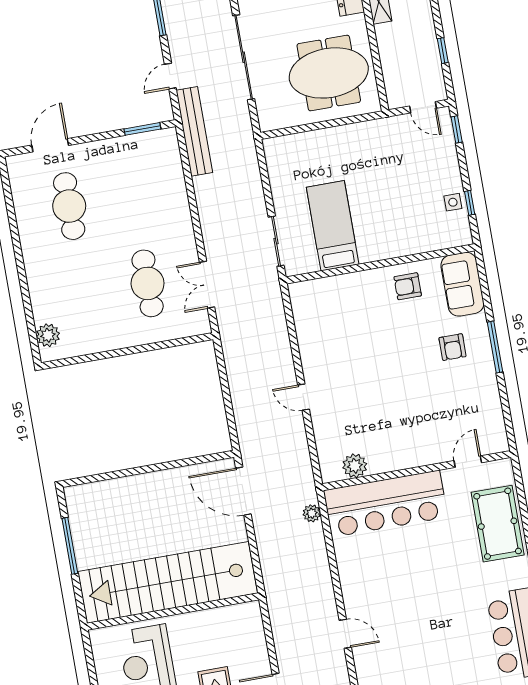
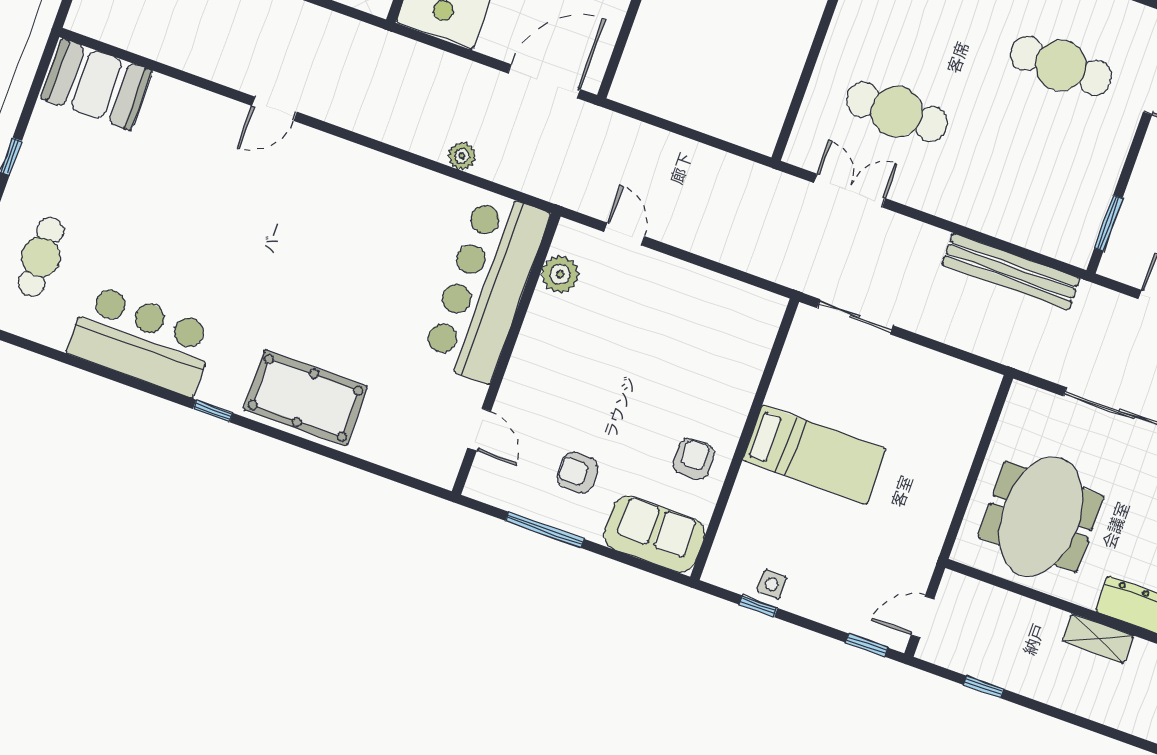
bench: (194, 131) -> (1011, 271), moved
bed: (333, 226) -> (814, 455), moved
door: (304, 397) -> (624, 234), hinge flipped
door: (468, 462) -> (479, 430), moved
plant: (355, 466) -> (560, 274), moved
wall: (417, 471) -> (506, 354), moved
bar counter: (385, 504) -> (486, 287), moved

